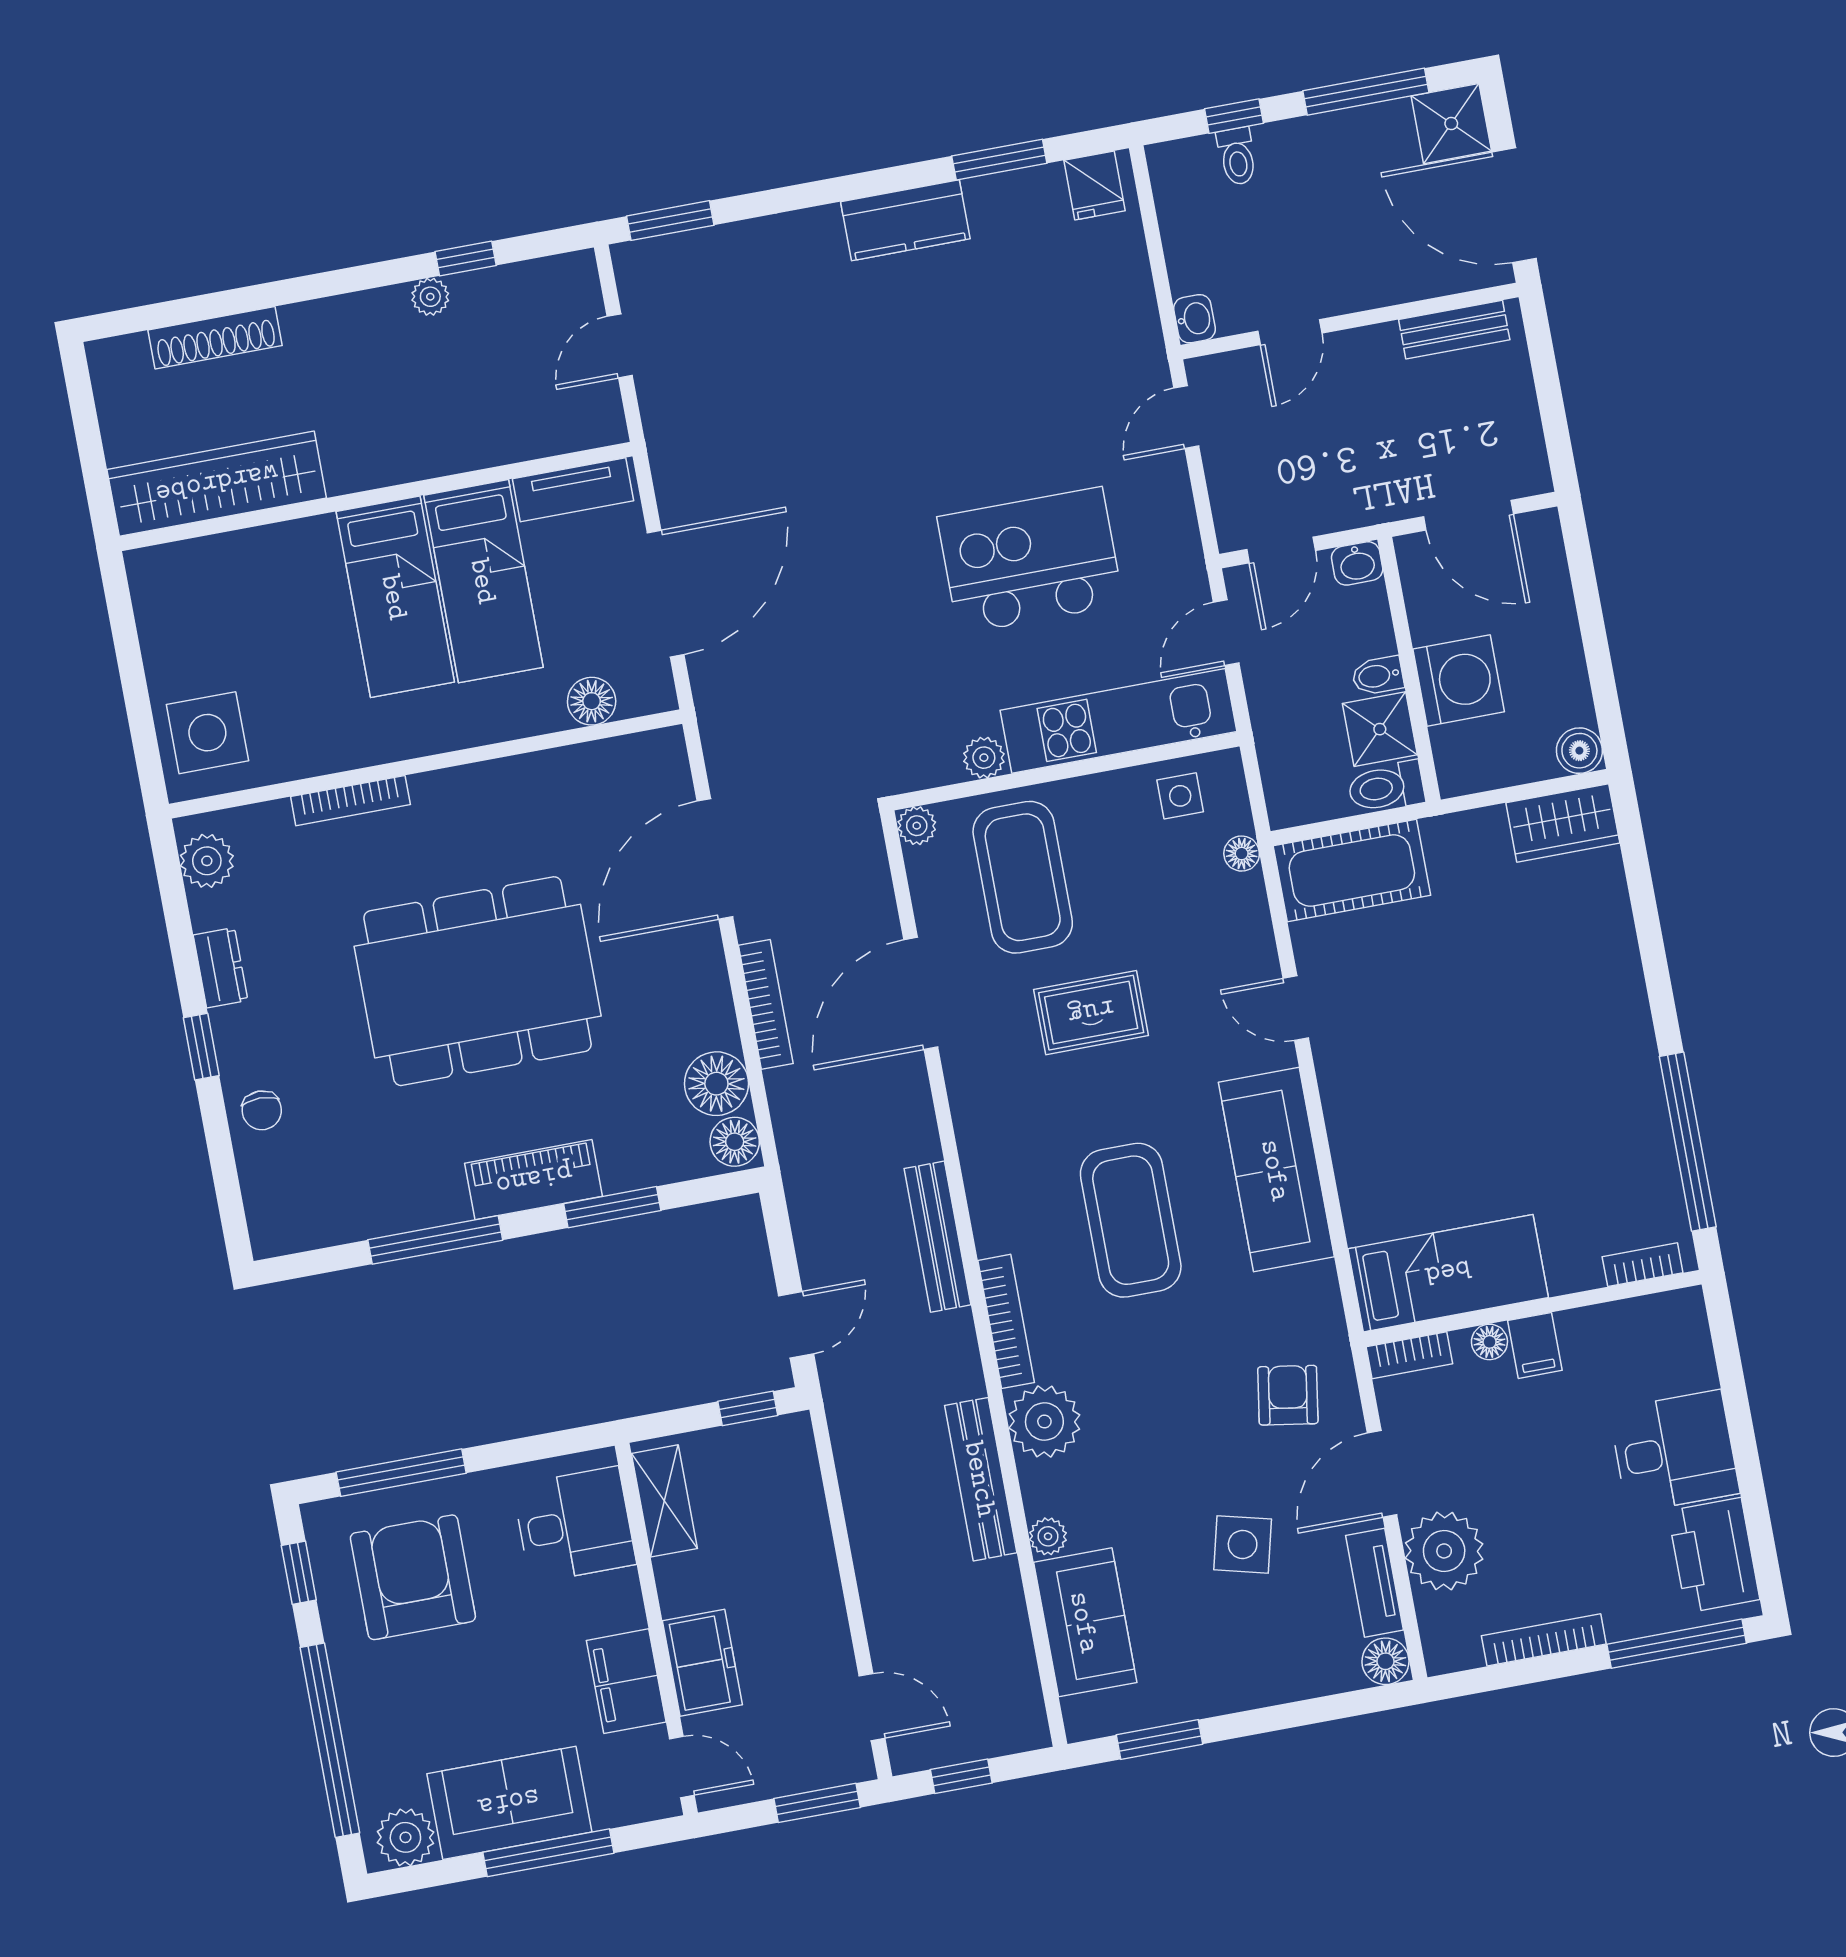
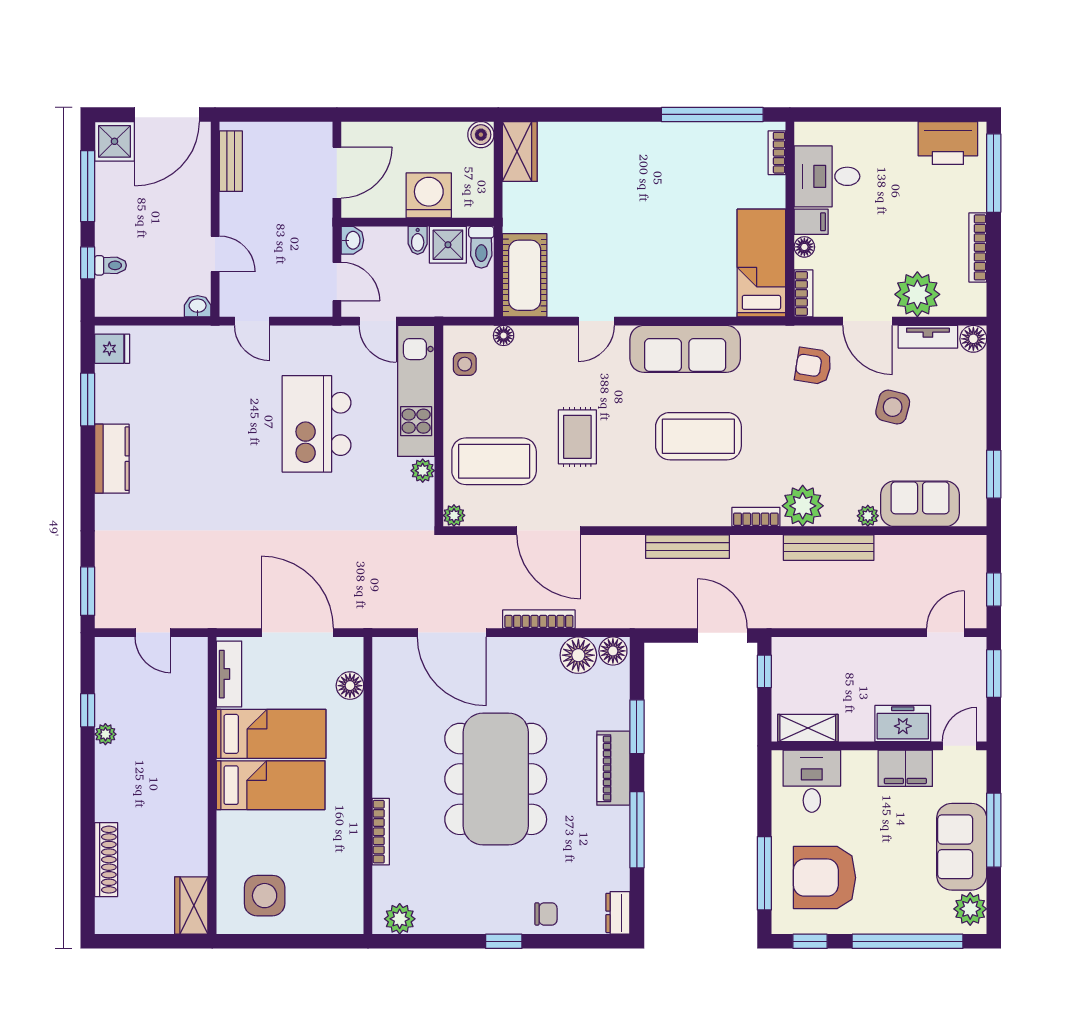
wardrobe: (217, 484) -> (191, 906), width x0.48, depth x0.85
side table: (207, 733) -> (265, 896), moved
dresser: (221, 968) -> (618, 913), moved, turned -90
bookcase: (1006, 1321) -> (756, 517), width x0.64
door: (796, 1325) -> (722, 635), width x1.38
desk: (1674, 1451) -> (827, 176), moved, turned -90

